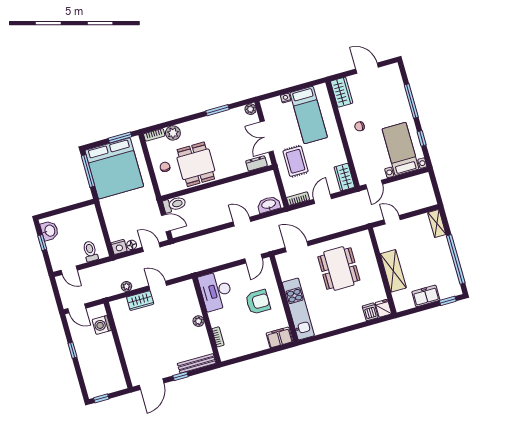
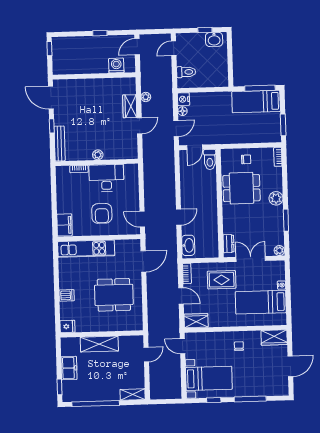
plant: (173, 133) -> (276, 198), moved
bed: (114, 168) -> (256, 101), width x0.49
desk: (216, 291) -> (106, 178), moved
dishwasher: (370, 312) -> (67, 295), moved

